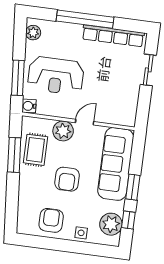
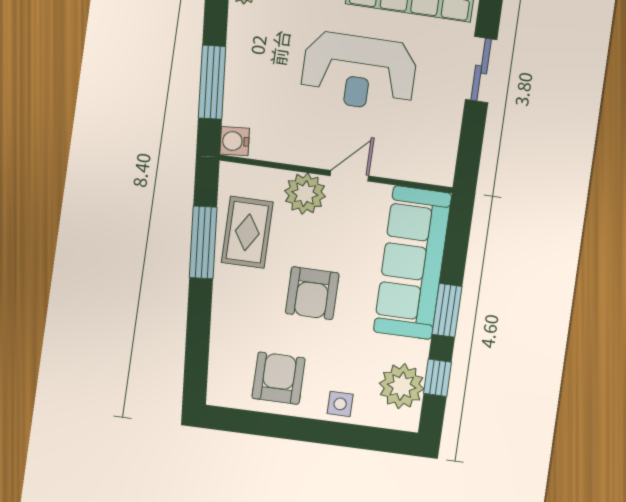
reception desk: (56, 76) -> (359, 72), moved

